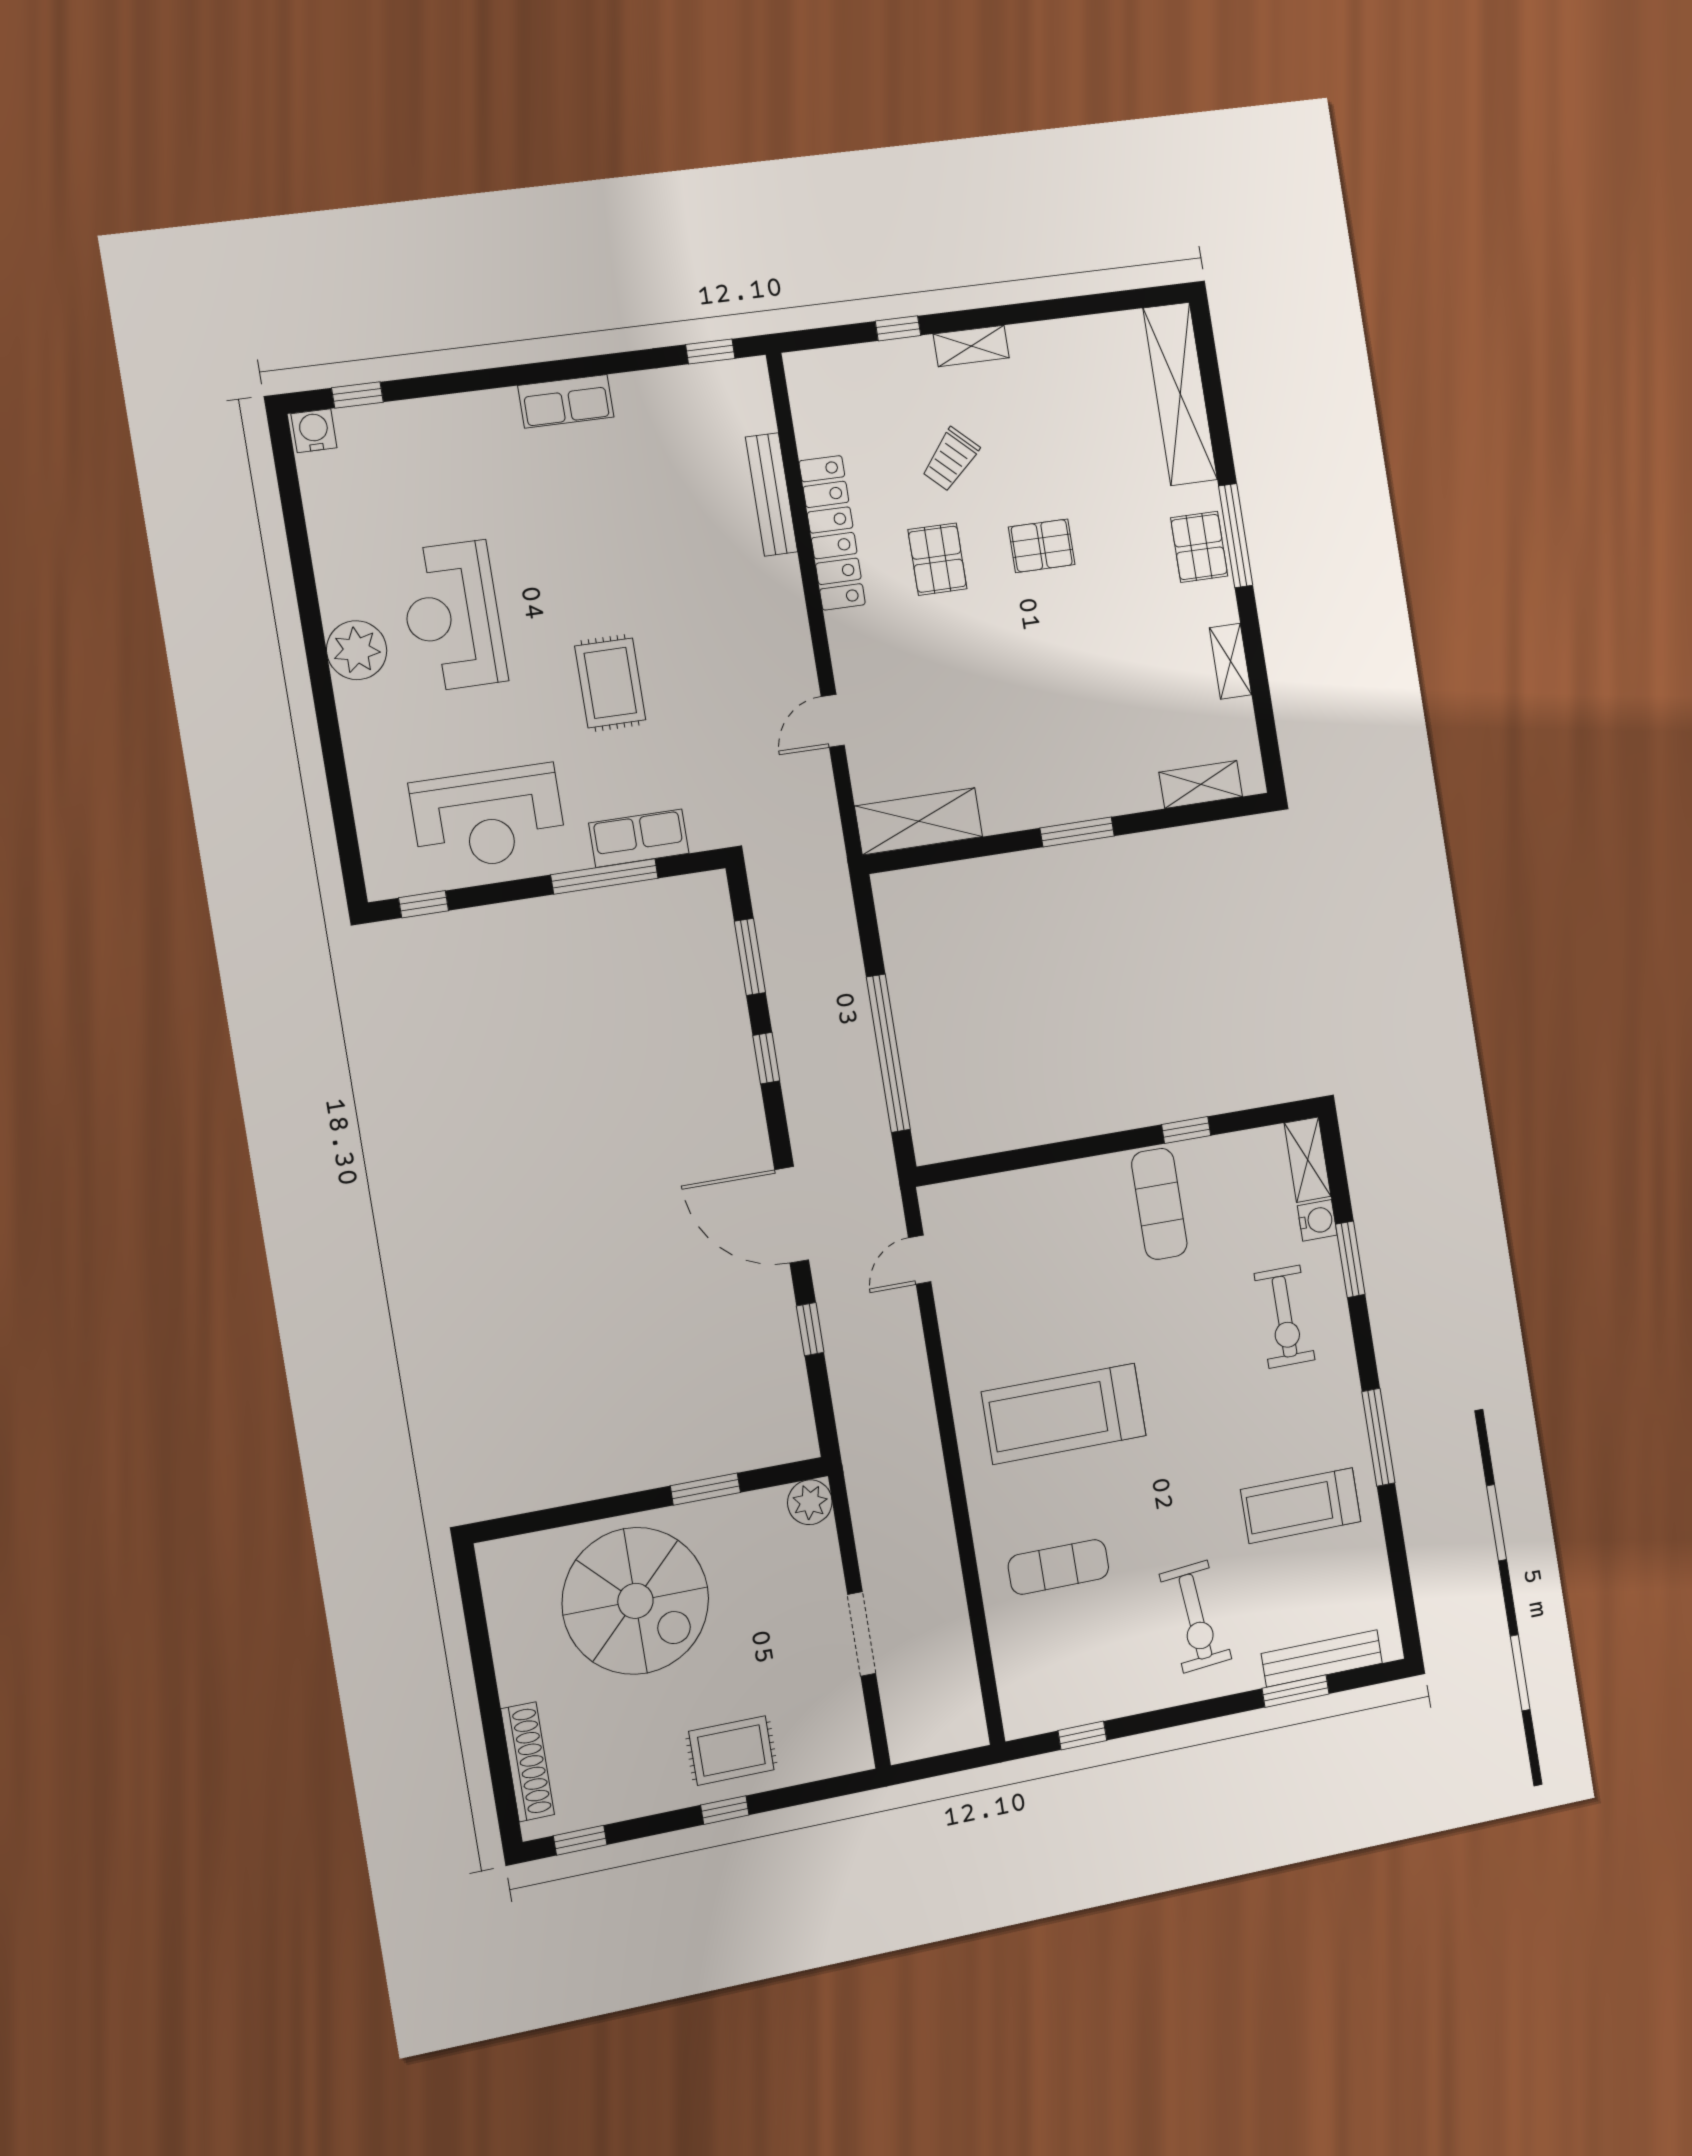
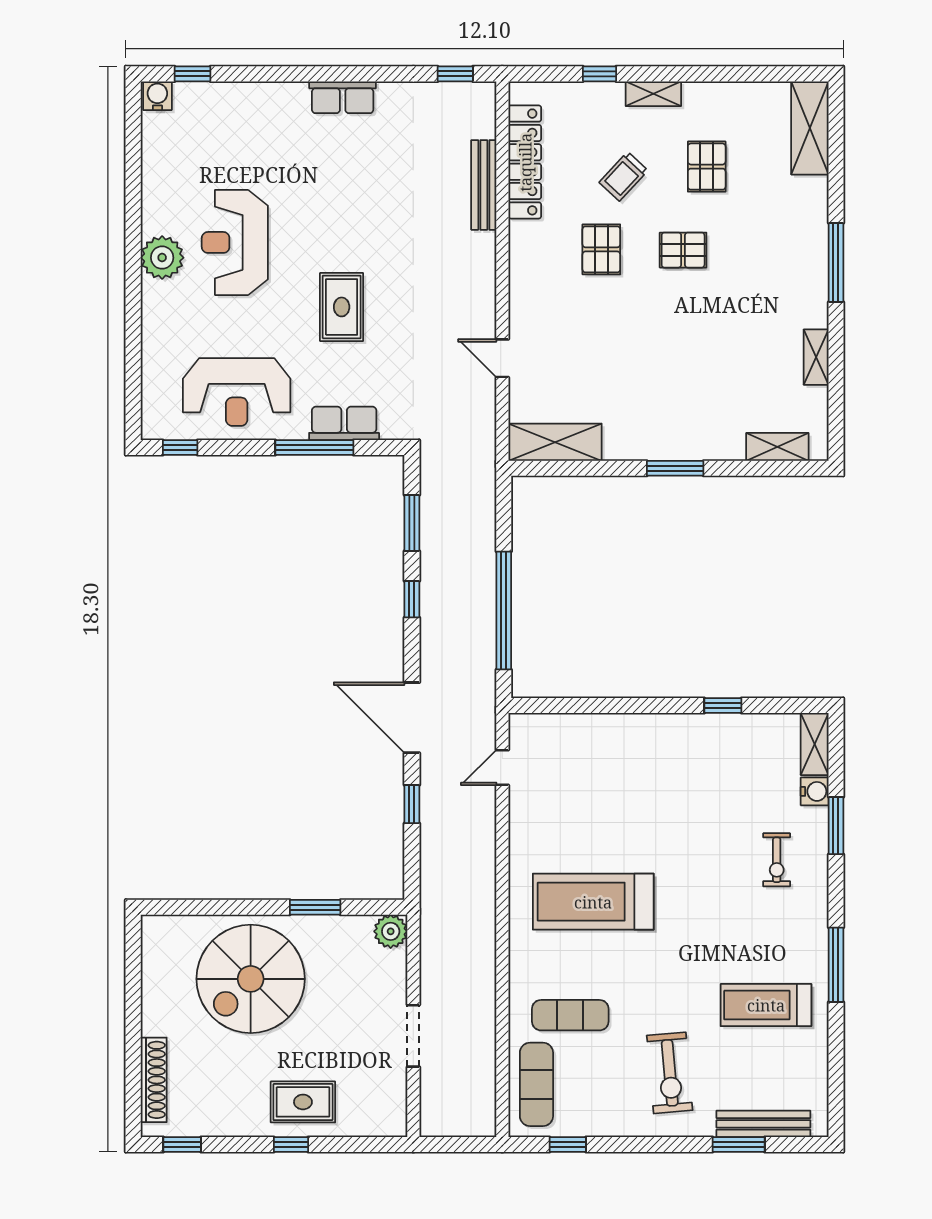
shelving: (1180, 394) -> (810, 128), width x0.68
locker: (832, 533) -> (525, 162), moved
pallet: (1199, 547) -> (707, 167), moved
door: (833, 721) -> (502, 358), hinge flipped
exercise mat: (1159, 1204) -> (536, 1084), moved
exercise bike: (1284, 1317) -> (777, 860), width x0.73, depth x0.72
spiral stairs: (635, 1601) -> (251, 979), turned 90

